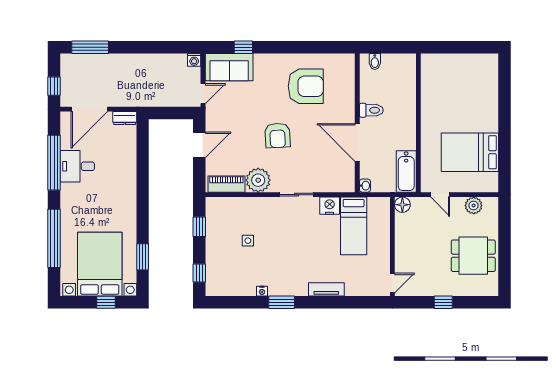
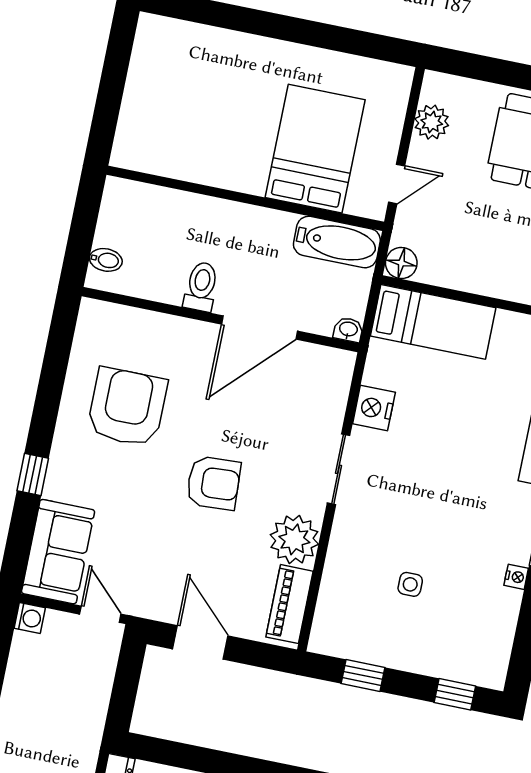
window: (243, 47) -> (33, 474), moved
bed: (470, 152) -> (315, 149), moved, turned 180
bed: (354, 226) -> (433, 322), moved

